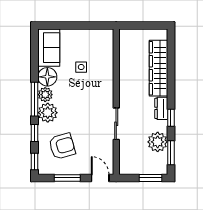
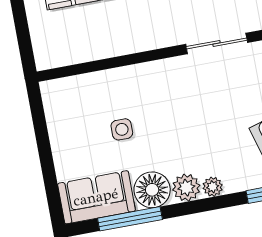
window: (35, 99) -> (130, 219), moved
plant: (48, 113) -> (213, 187), width x0.53, depth x0.53

